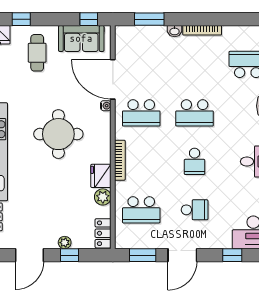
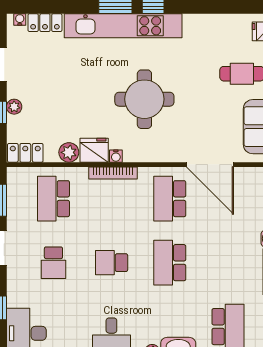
door: (113, 79) -> (210, 165), swing flipped
water cooler: (106, 106) -> (116, 156), moved

